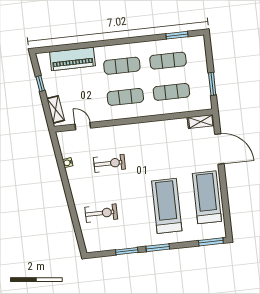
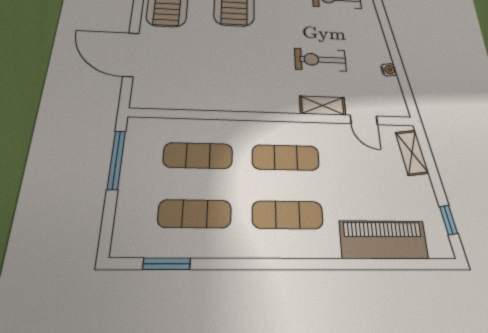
window: (40, 84) -> (448, 220), moved
window: (212, 84) -> (116, 160), width x1.44
shelving: (201, 122) -> (322, 106), moved

